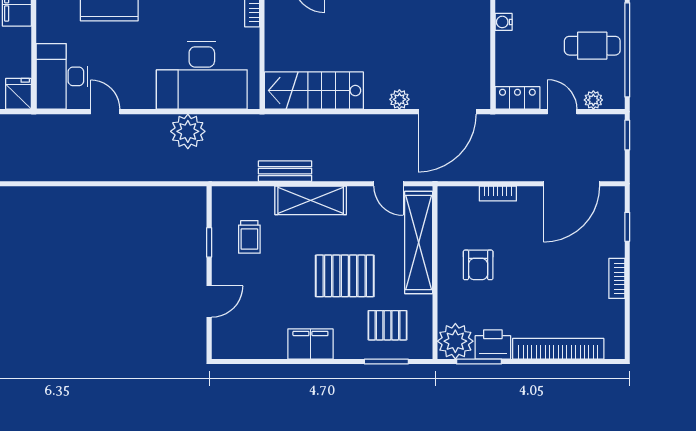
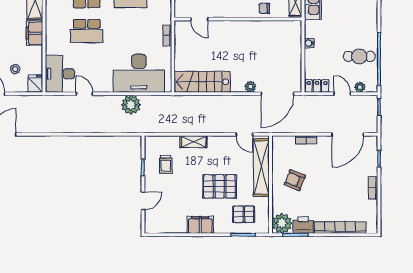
bench: (285, 171) -> (186, 127), removed
shelving: (311, 200) -> (194, 142), width x0.67, depth x0.75
armchair: (478, 265) -> (295, 180), turned 112

